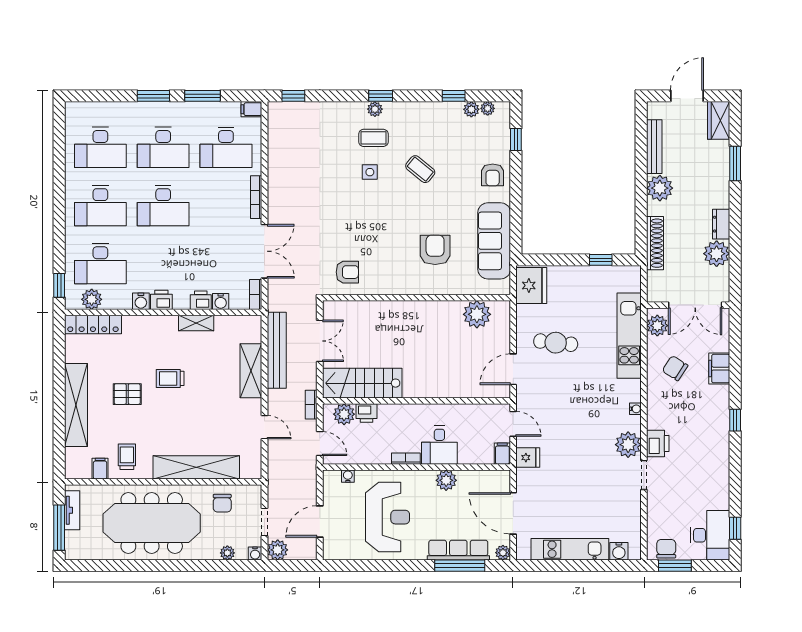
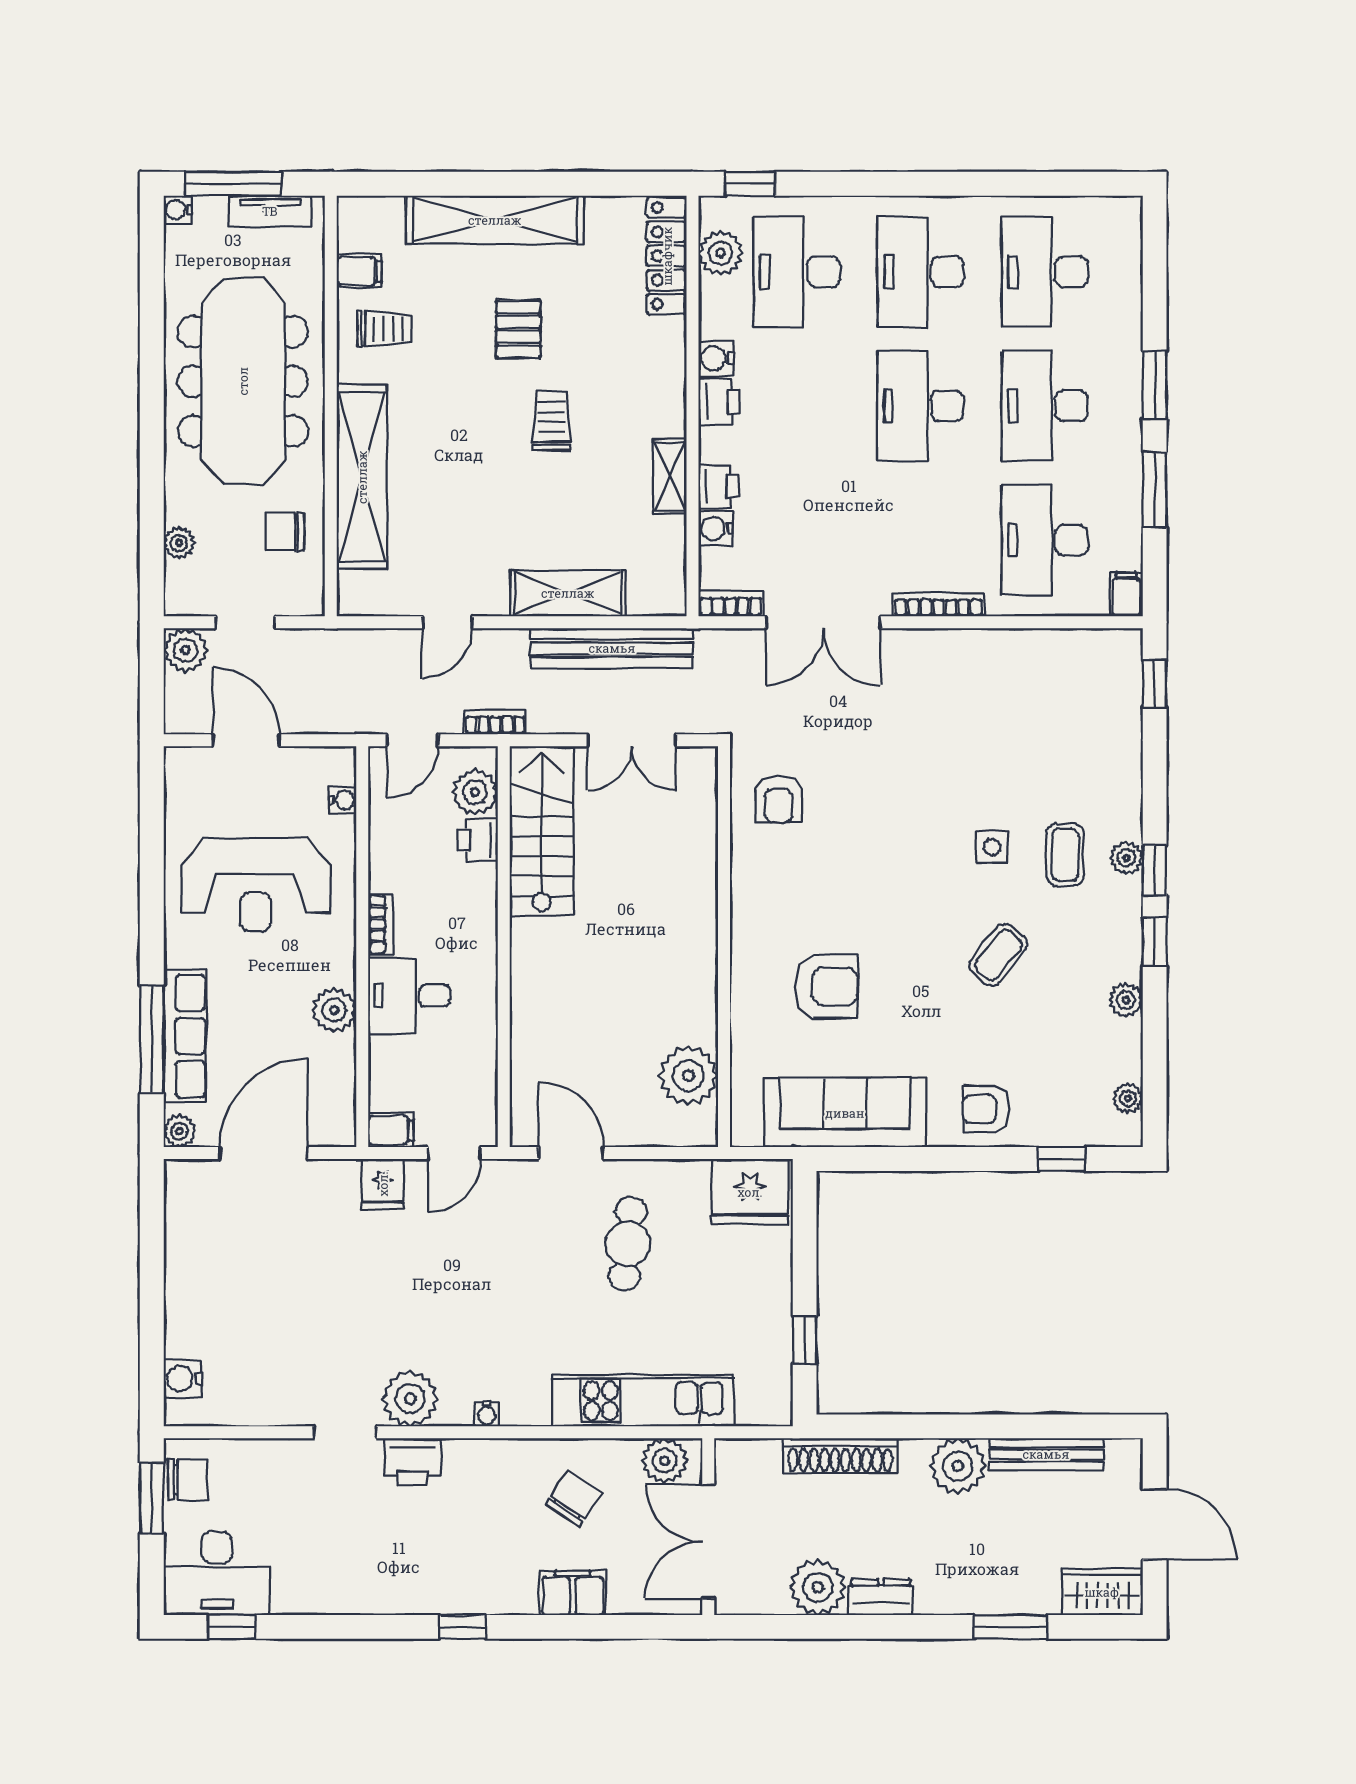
window: (454, 96) -> (1155, 942), moved
plant: (471, 109) -> (1126, 1000), moved
kitchen unit: (570, 549) -> (187, 1274), removed
water cooler: (255, 554) -> (178, 210), moved

